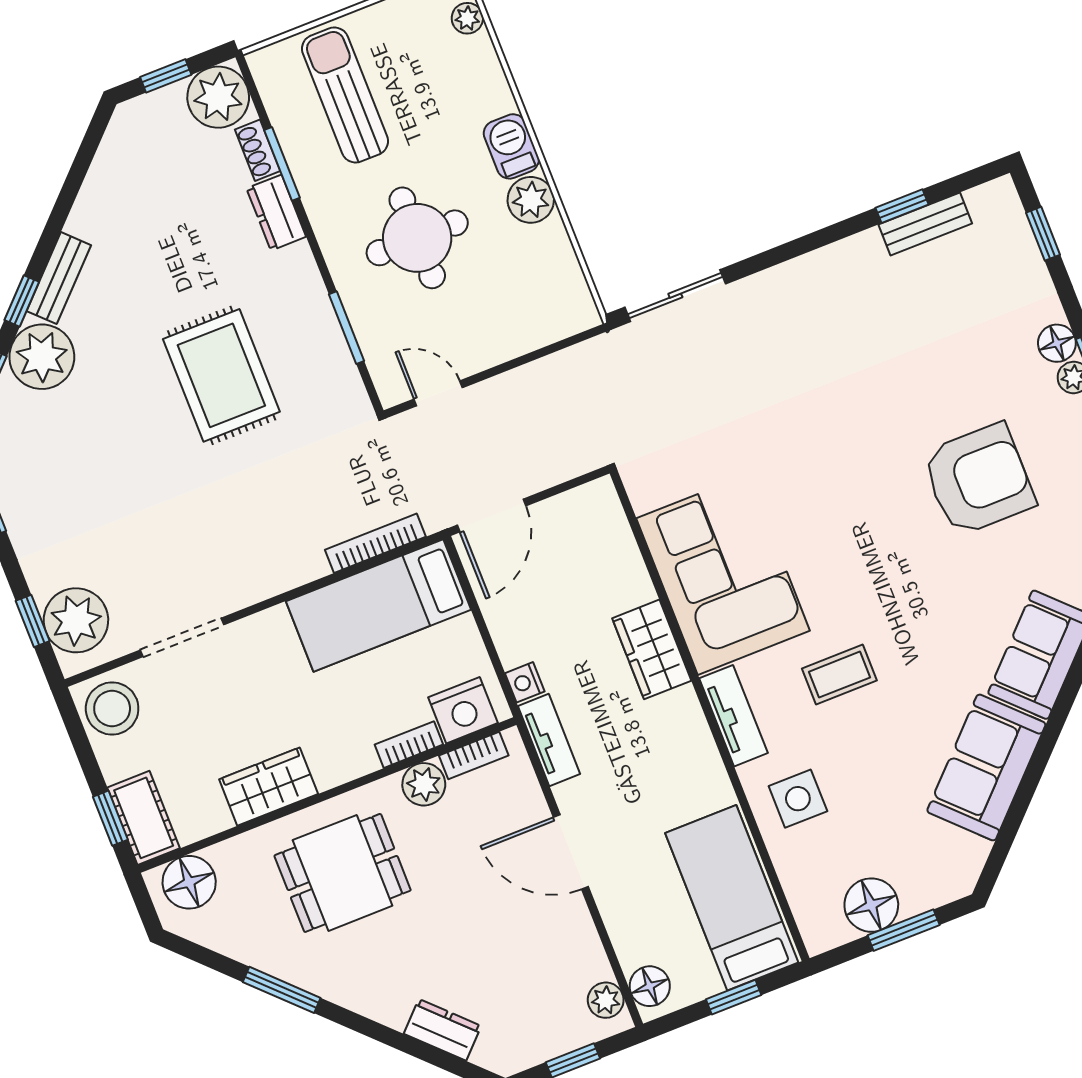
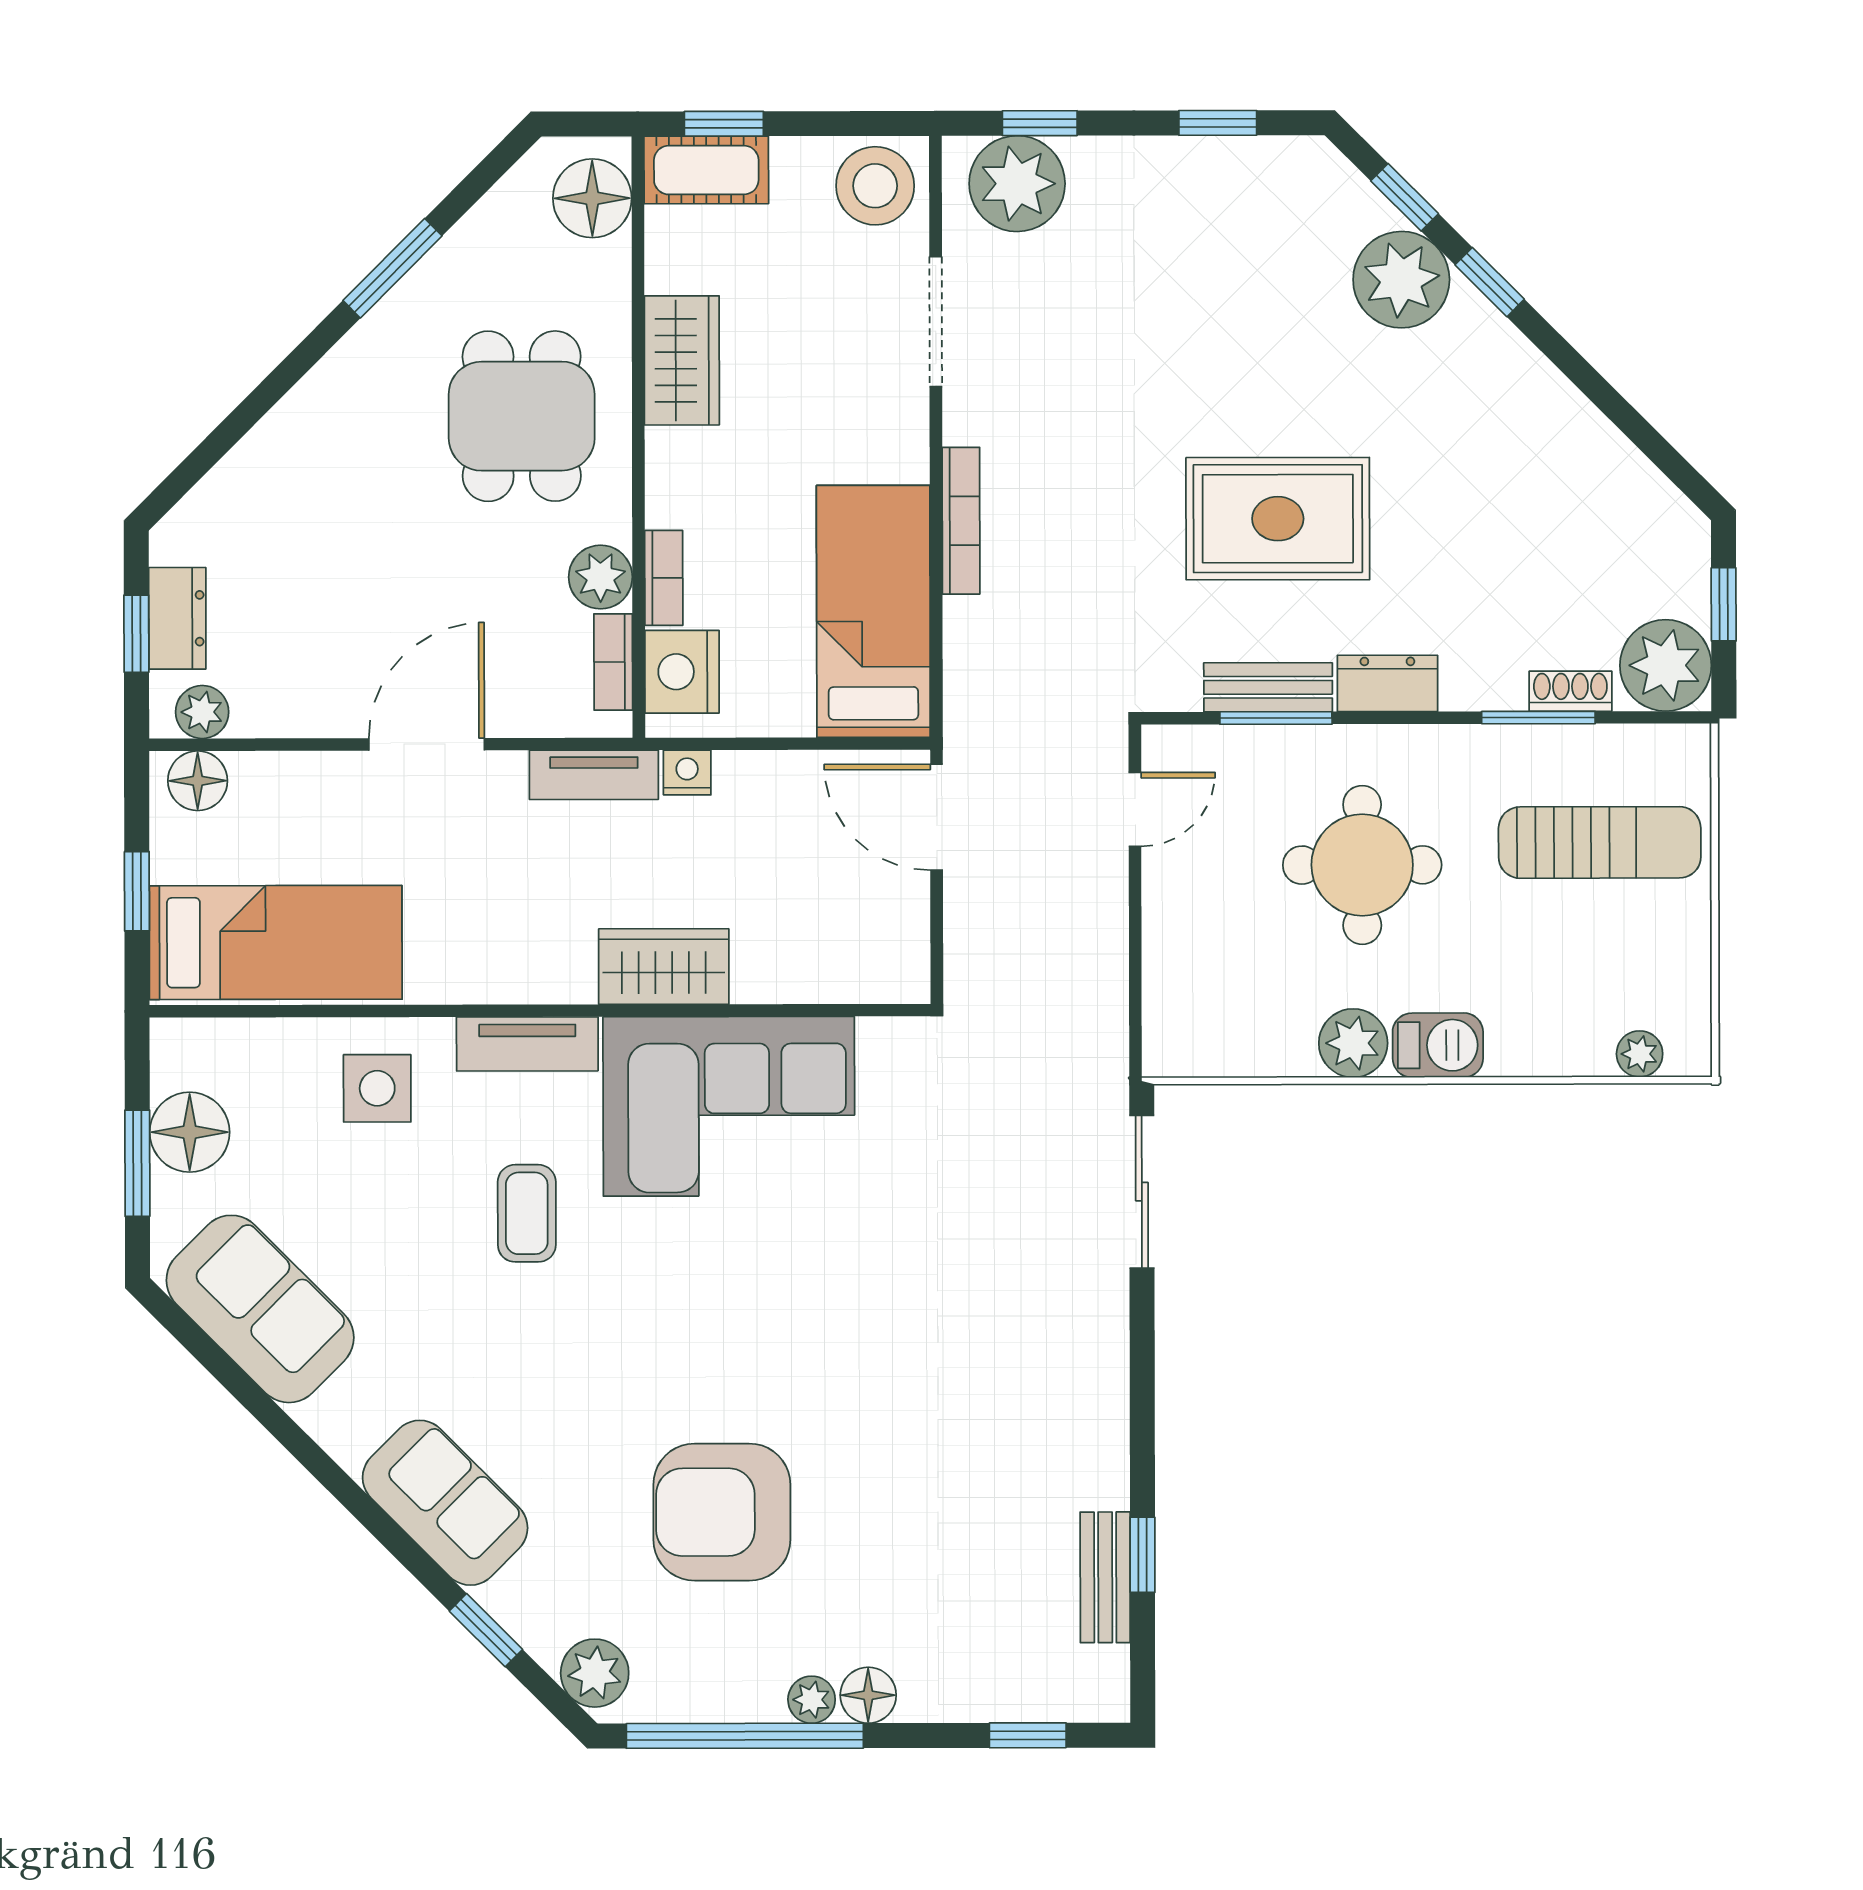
dresser: (276, 213) -> (1387, 683), moved
bench: (59, 278) -> (1268, 687), moved, turned -45
armchair: (978, 479) -> (722, 1512), turned 90
bookcase: (375, 543) -> (961, 521), moved
sofa: (986, 767) -> (260, 1309), moved
dresser: (442, 1030) -> (177, 618), moved, turned -45

